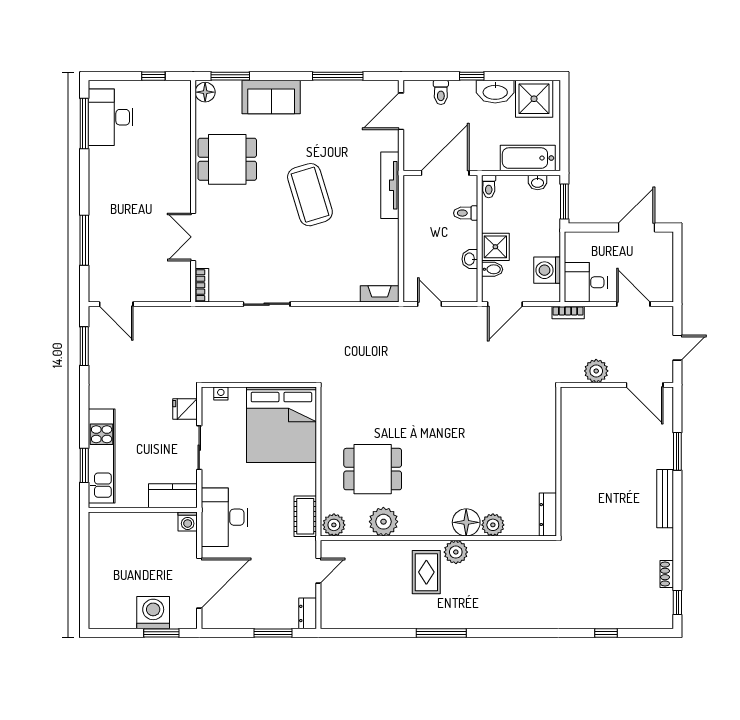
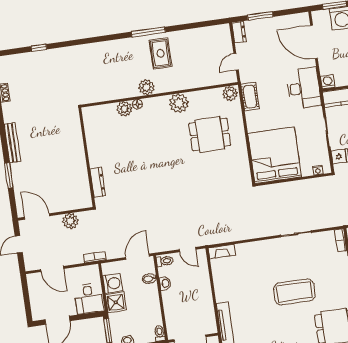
coffee table: (310, 195) -> (294, 292), moved, turned -73
toilet: (466, 213) -> (165, 261), moved
shower: (495, 247) -> (116, 302), moved
desk: (586, 282) -> (89, 299), moved, turned 90
dresser: (548, 515) -> (98, 182), moved
plant: (383, 522) -> (179, 103), moved
floor lamp: (466, 522) -> (137, 104), width x0.53, depth x0.53
rug: (426, 572) -> (161, 53), moved
door: (199, 583) -> (314, 42), hinge flipped

